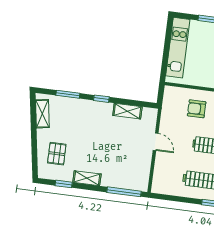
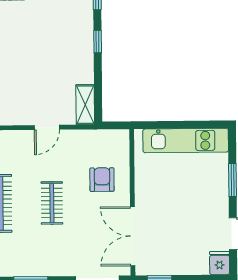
shelving: (127, 111) -> (85, 105), moved

